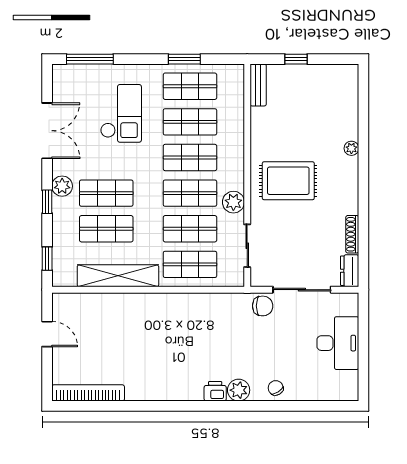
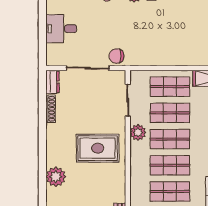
plant: (351, 148) -> (56, 177), width x1.88, depth x1.88
desk: (338, 343) -> (61, 29), width x0.73

